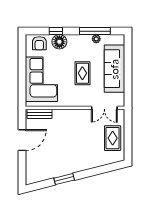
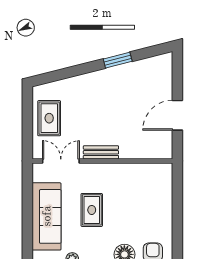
corner sofa: (41, 79) -> (150, 202), removed
bench: (39, 114) -> (101, 152), moved

